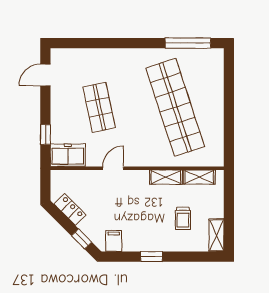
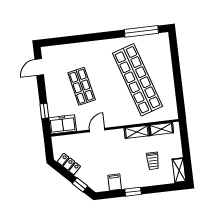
filing cabinet: (114, 241) -> (115, 182), moved

